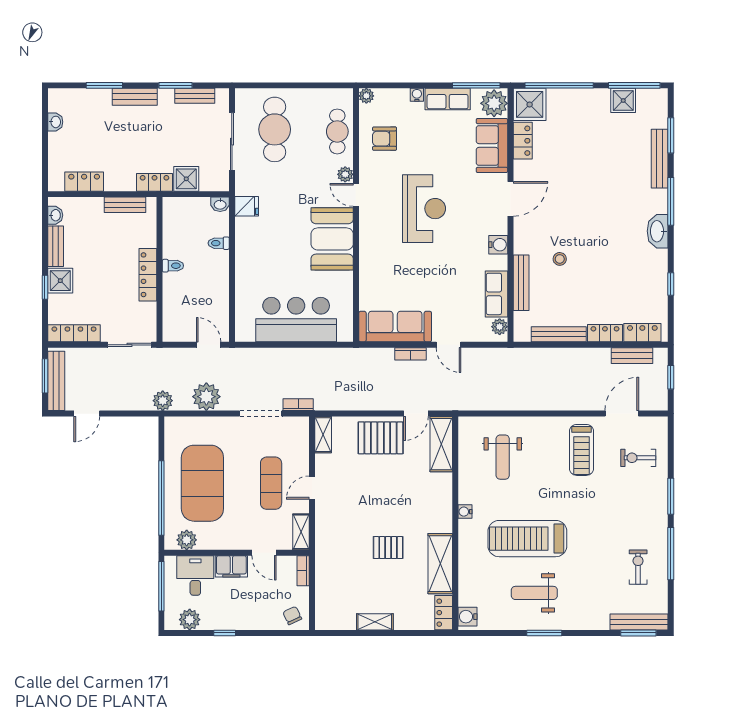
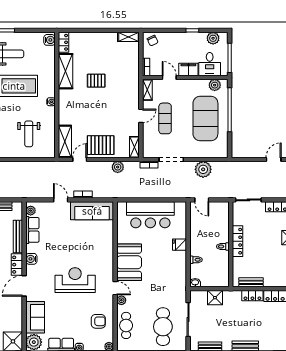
locker: (523, 141) -> (17, 265), moved
locker: (155, 182) -> (252, 296), moved
fridge: (247, 206) -> (179, 245), moved
reception desk: (424, 209) -> (75, 280), turned 90
plant: (163, 401) -> (118, 167), moved
weight bench: (503, 457) -> (29, 134), turned 180
shelving: (375, 622) -> (128, 37), moved

